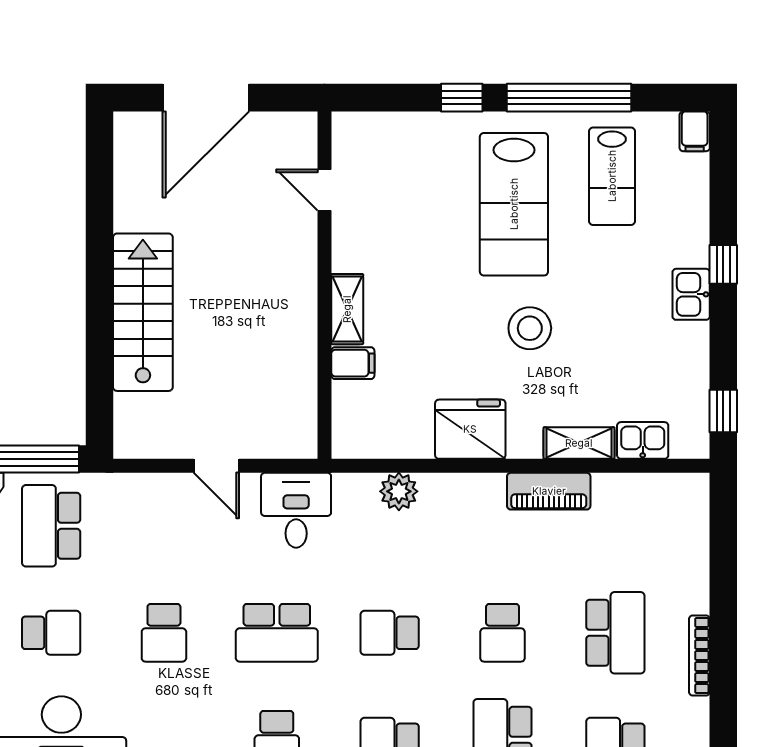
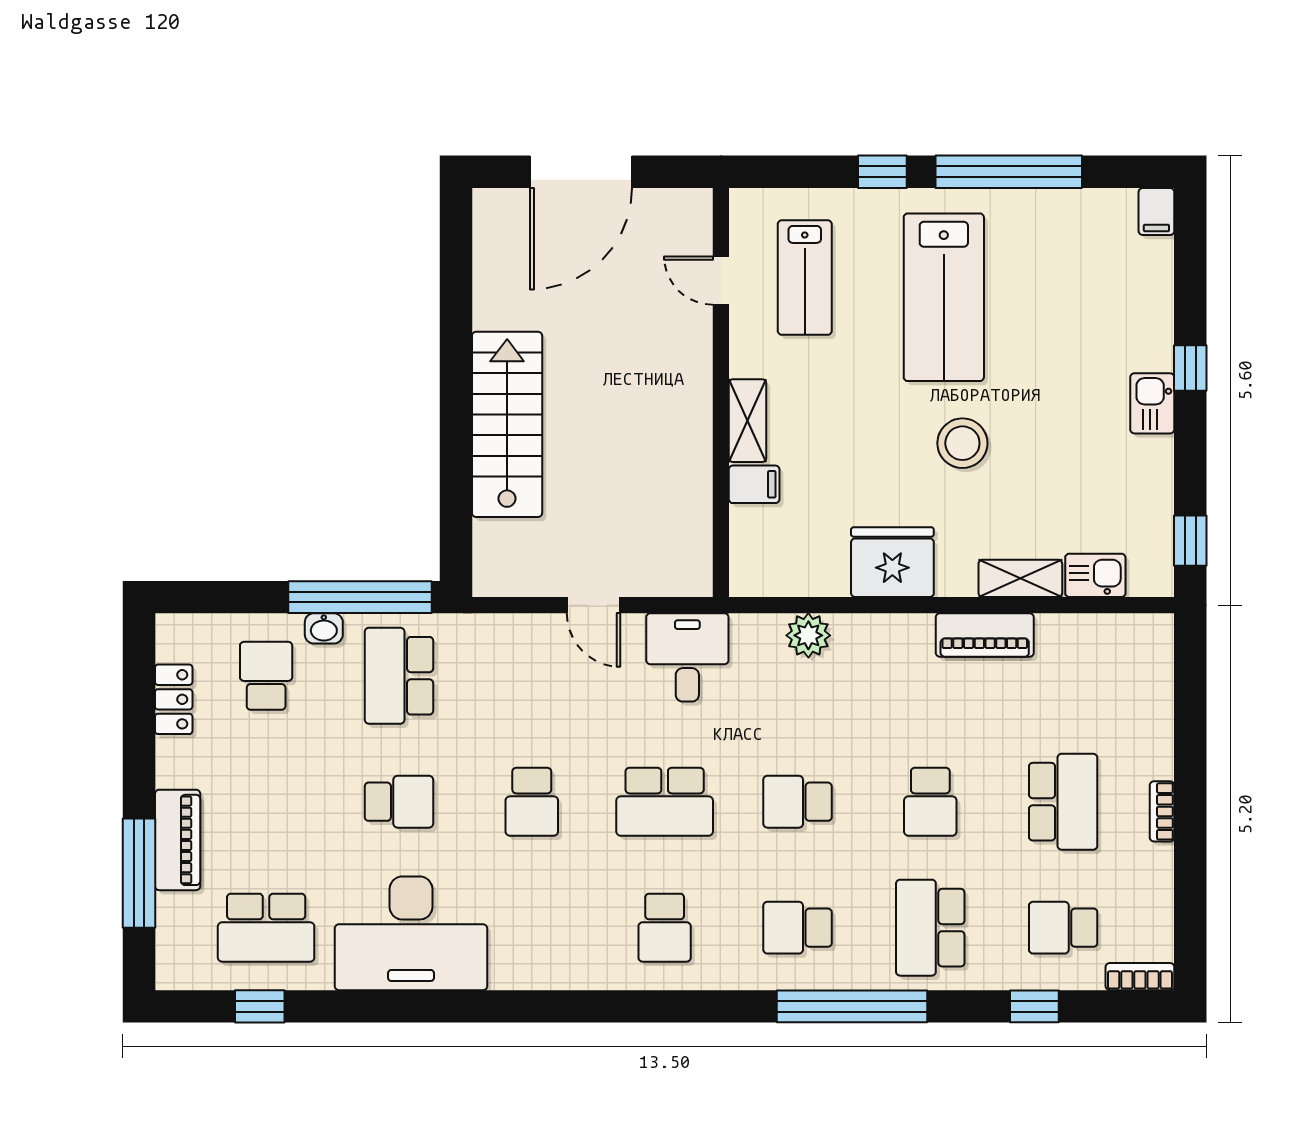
lab bench: (612, 176) -> (805, 278), moved
bookcase: (699, 656) -> (1162, 811), width x0.64

